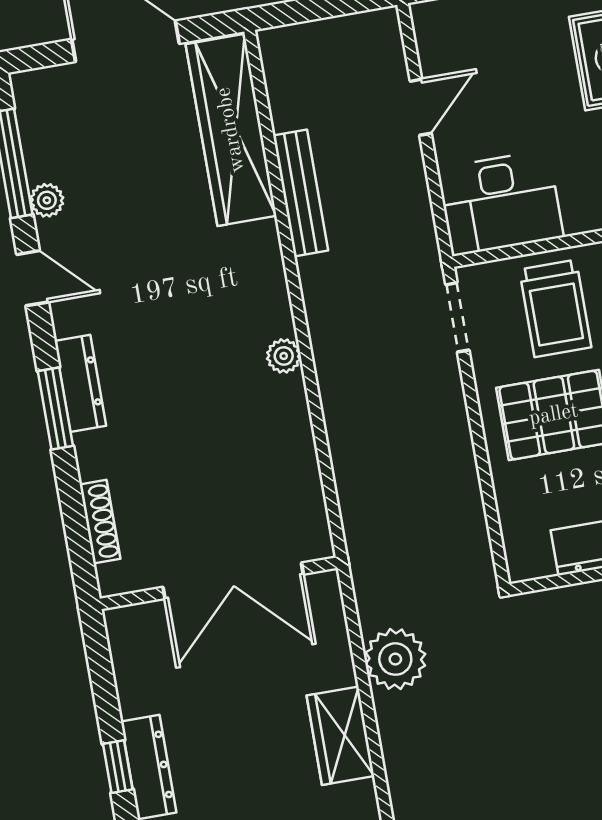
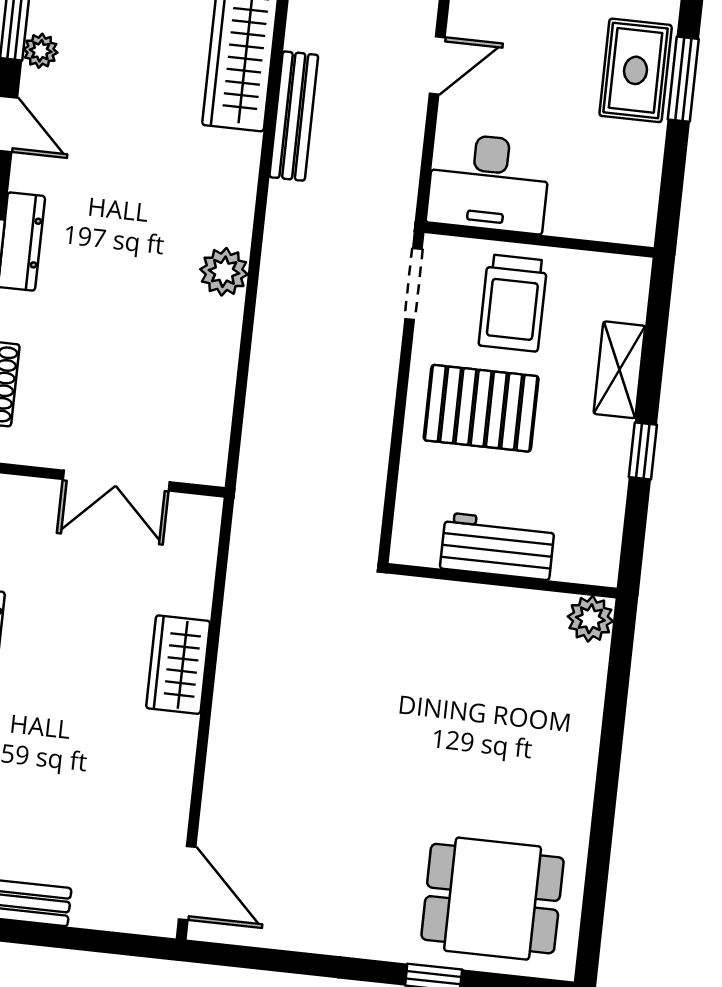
plant: (284, 356) -> (224, 272), width x1.38, depth x1.38
double door: (233, 581) -> (116, 481), width x0.73
plant: (395, 659) -> (254, 604), removed

